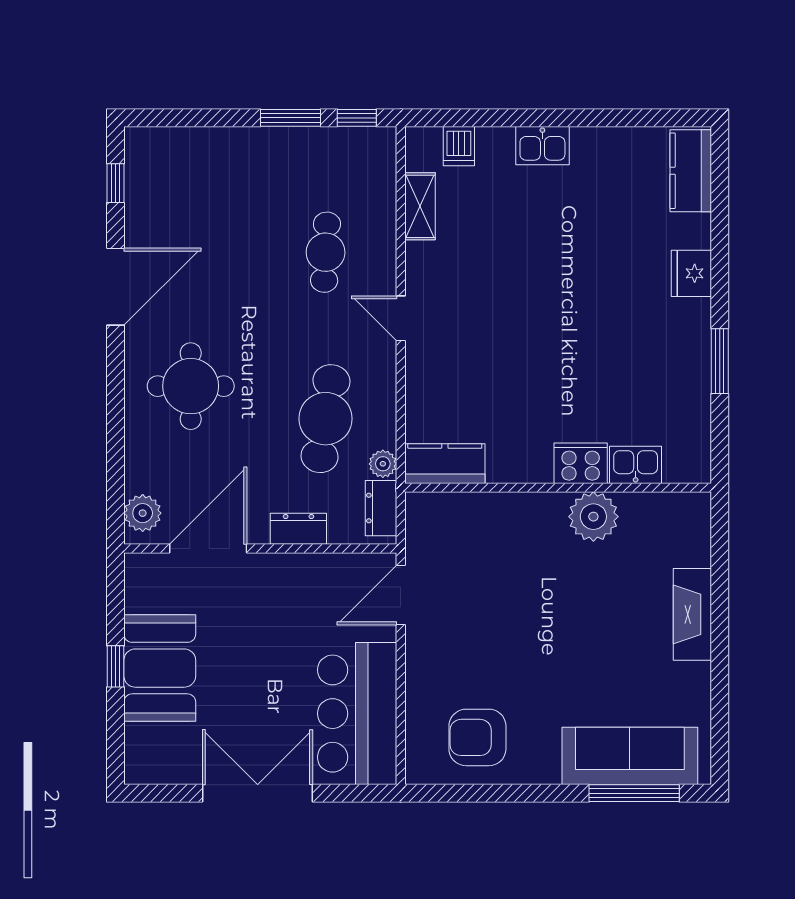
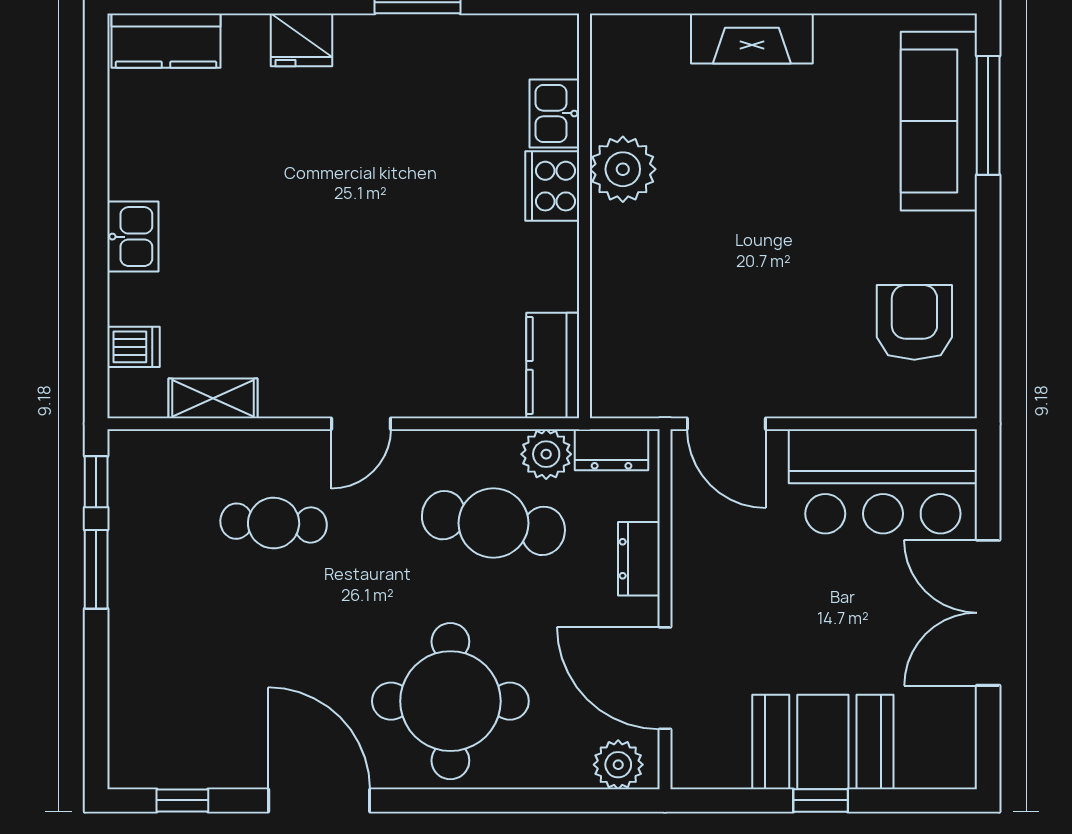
round table: (191, 386) -> (450, 701), width x1.36, depth x1.36
plant: (383, 464) -> (546, 454), width x1.38, depth x1.38
armchair: (477, 737) -> (914, 322), turned 180

